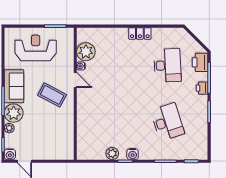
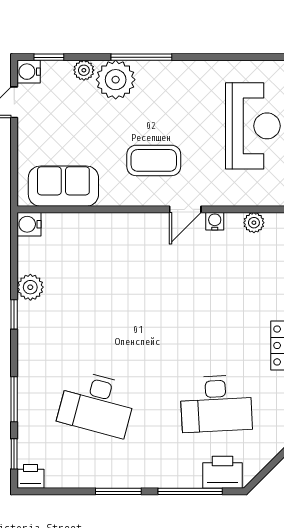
plant: (86, 52) -> (254, 223), width x0.53, depth x0.53
sofa: (14, 86) -> (63, 186), moved, turned 180
printer: (202, 88) -> (30, 476), moved
coffee table: (52, 95) -> (154, 160), turned 62
desk: (167, 122) -> (97, 404), turned 33
water cooler: (133, 154) -> (29, 224), moved

